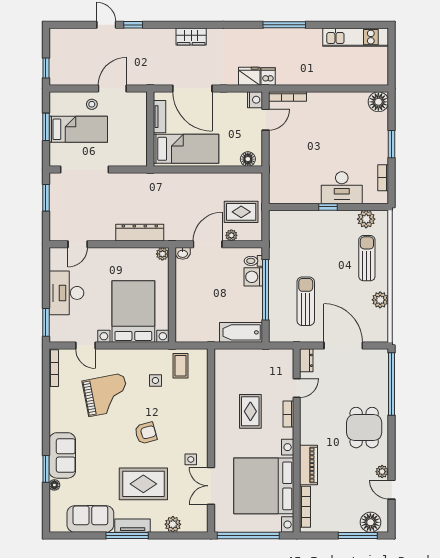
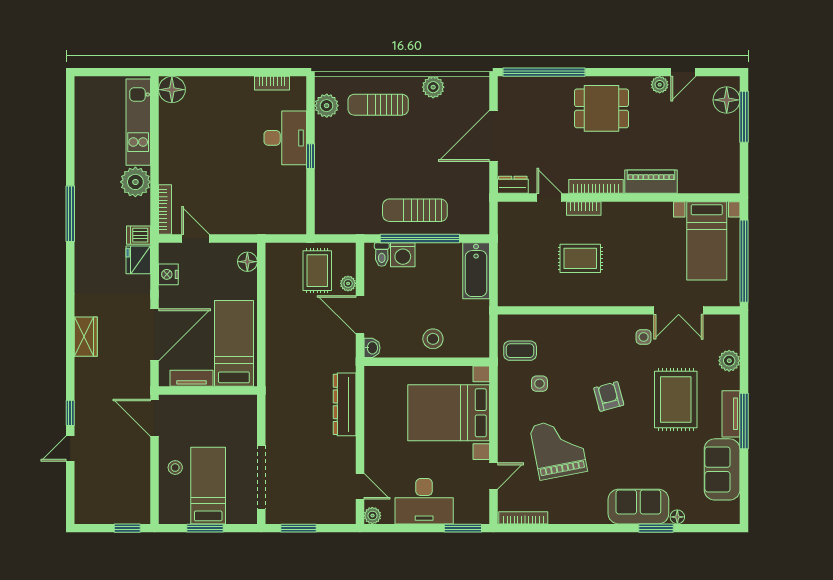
kitchen unit: (356, 37) -> (138, 122), moved, turned 180
plant: (308, 74) -> (135, 182), added
door: (112, 89) -> (154, 418), moved
nightstand: (255, 100) -> (168, 274), moved, turned -90
window: (392, 144) -> (228, 72), removed
plant: (162, 254) -> (372, 516), moved
stool: (189, 300) -> (433, 339), added
sun lounger: (306, 301) -> (415, 210), moved
bed with nightstands: (264, 486) -> (707, 241), width x0.54
bookcase: (305, 507) -> (596, 186), moved

